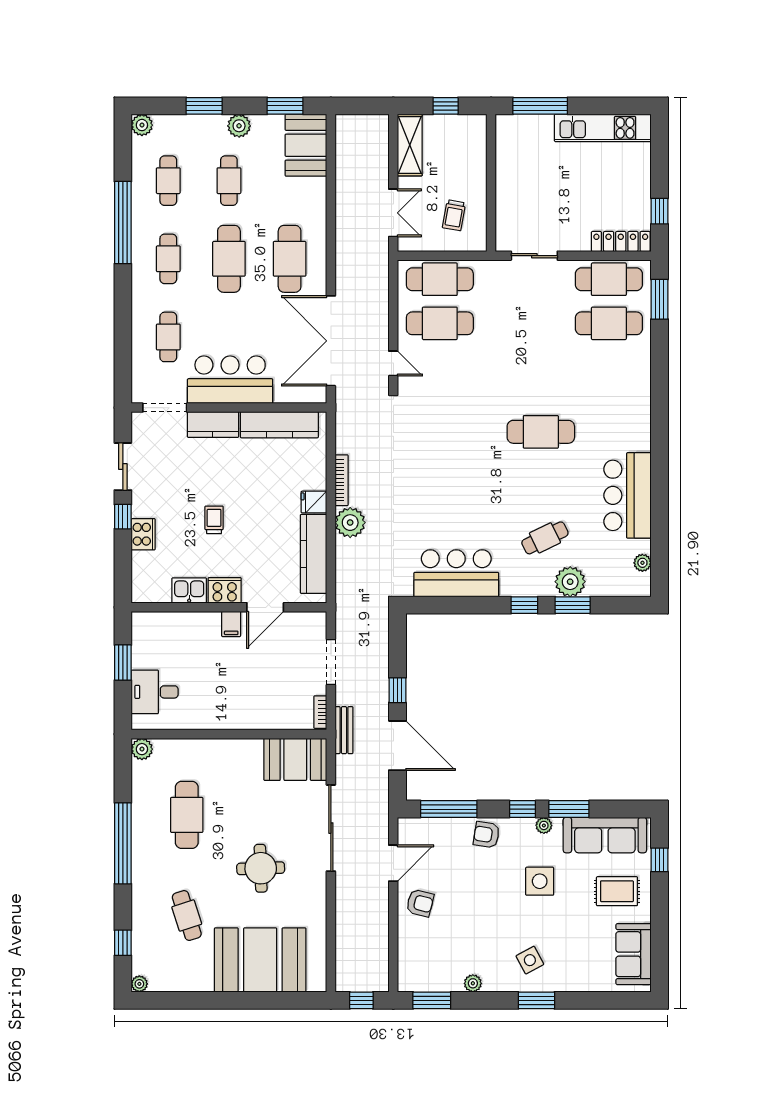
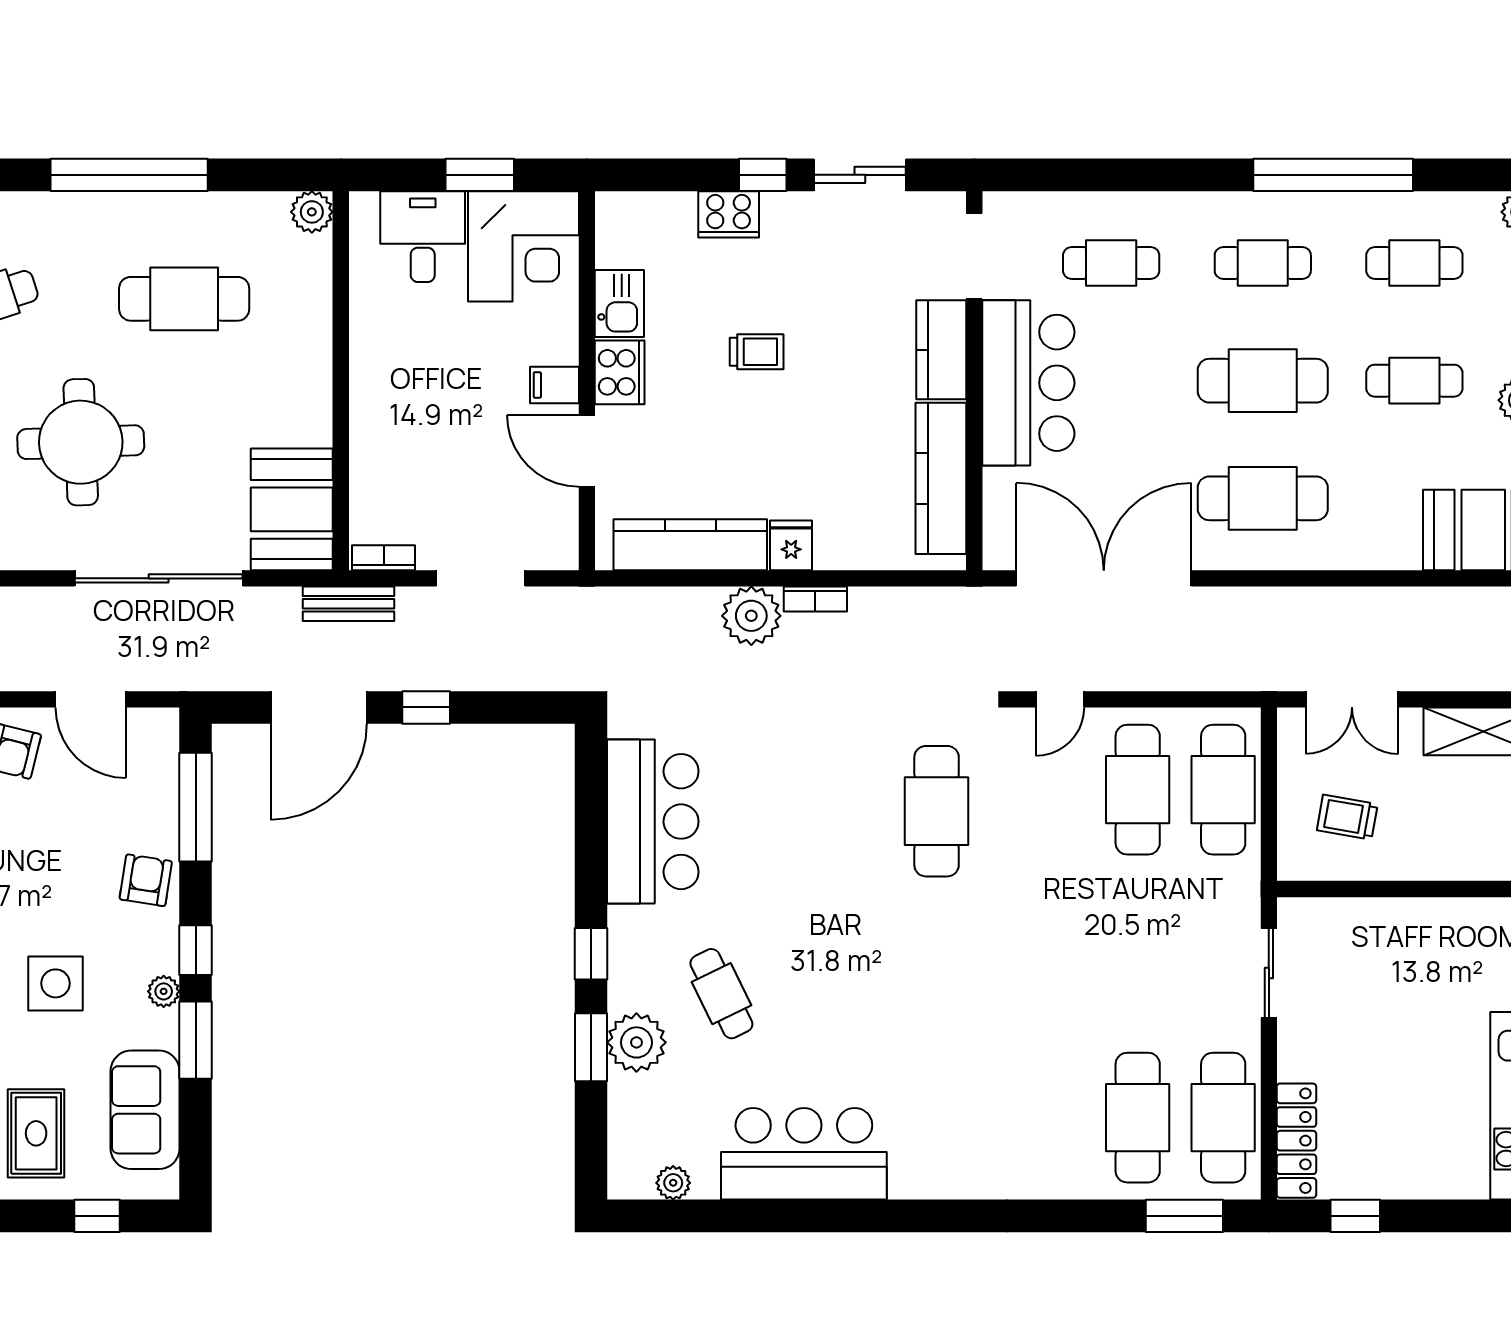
cafe table: (541, 432) -> (937, 811), moved
bookcase: (342, 480) -> (815, 599), width x0.64
corner desk: (160, 640) -> (524, 246), added
sofa: (605, 835) -> (145, 1110), width x0.73
round table: (261, 868) -> (81, 442), width x1.36, depth x1.36

